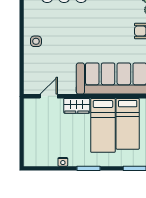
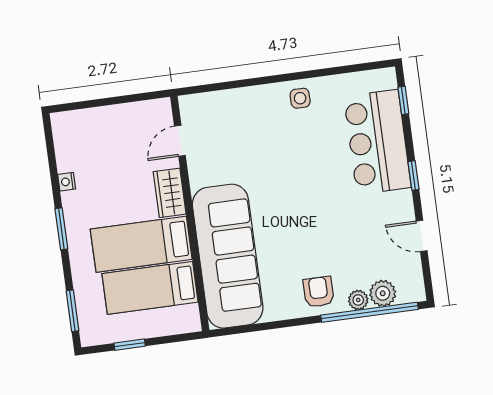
side table: (36, 41) -> (300, 98), moved
door: (49, 96) -> (180, 141), swing flipped

